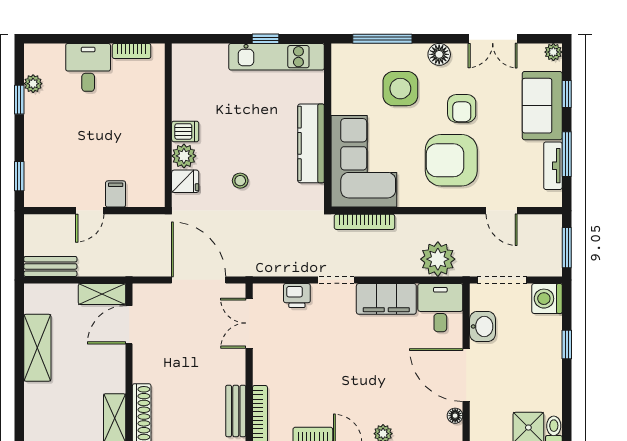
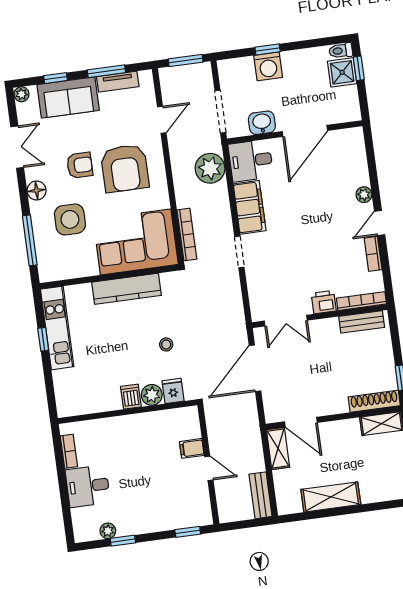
printer: (297, 296) -> (324, 302), moved, turned -90
washing machine: (547, 299) -> (268, 66), moved
floor lamp: (455, 416) -> (341, 136), removed

